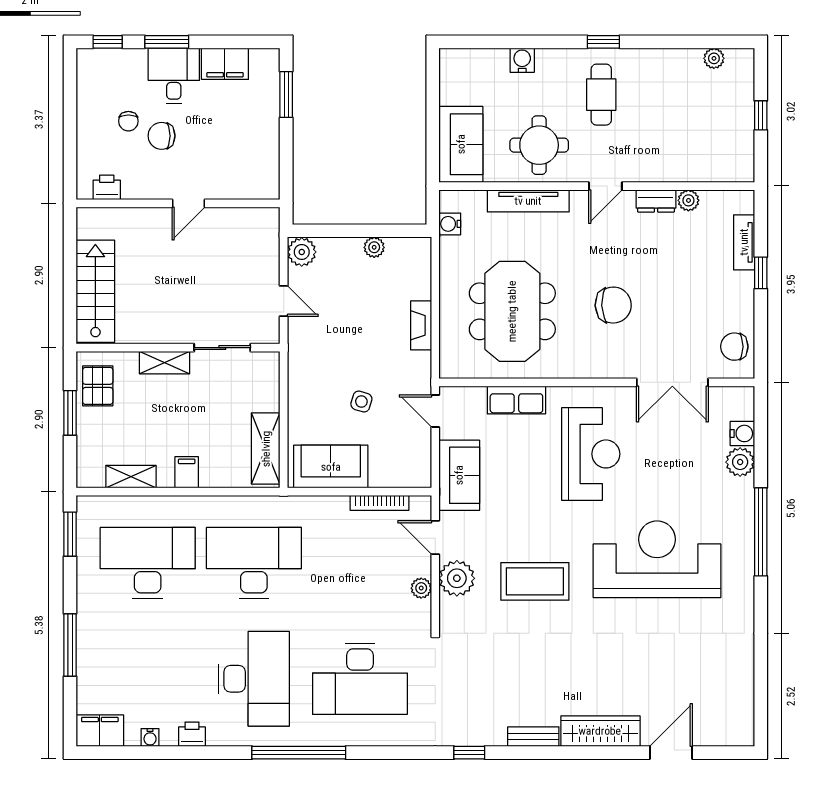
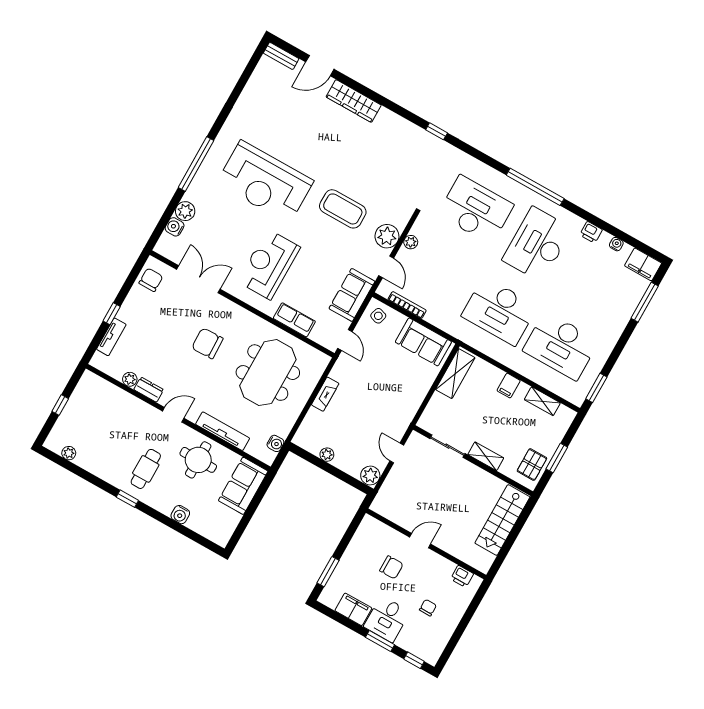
chair: (162, 136) -> (391, 567), moved
chair: (734, 347) -> (151, 280), turned -90
side table: (361, 402) -> (378, 316), moved
window: (70, 645) -> (645, 302), moved
bench: (533, 737) -> (281, 56), moved

